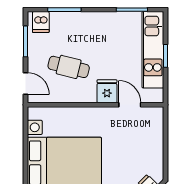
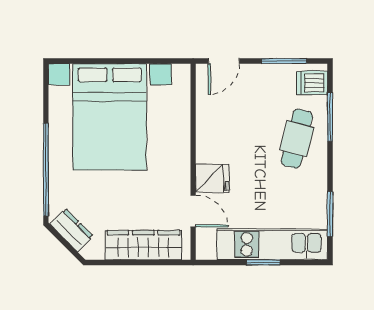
cafe table: (69, 67) -> (297, 139), moved
door: (130, 105) -> (193, 211), hinge flipped
wardrobe: (153, 139) -> (143, 245), added

